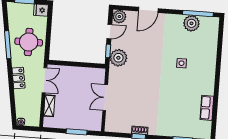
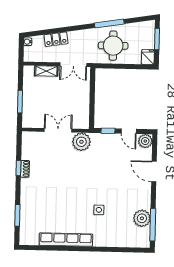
plant: (118, 58) -> (81, 142), moved
locker: (18, 78) -> (56, 39), moved
row of seats: (207, 108) -> (66, 240), width x2.02

